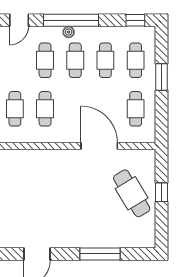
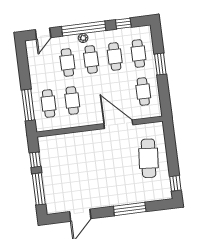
window: (135, 20) -> (123, 23), moved
window: (161, 192) -> (175, 183), moved
cafe table: (132, 193) -> (149, 158), turned 36

